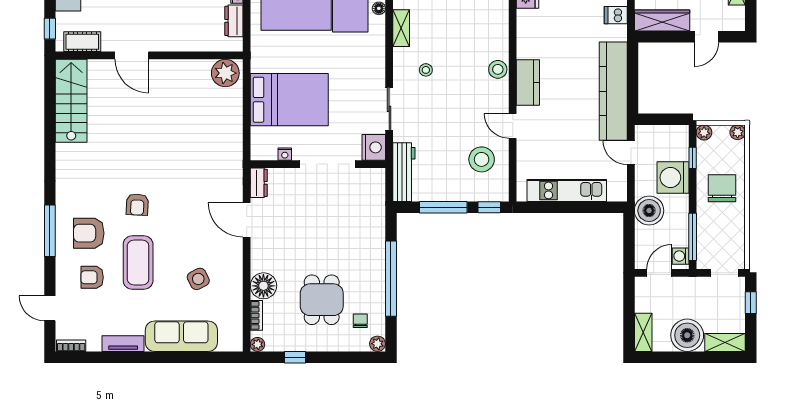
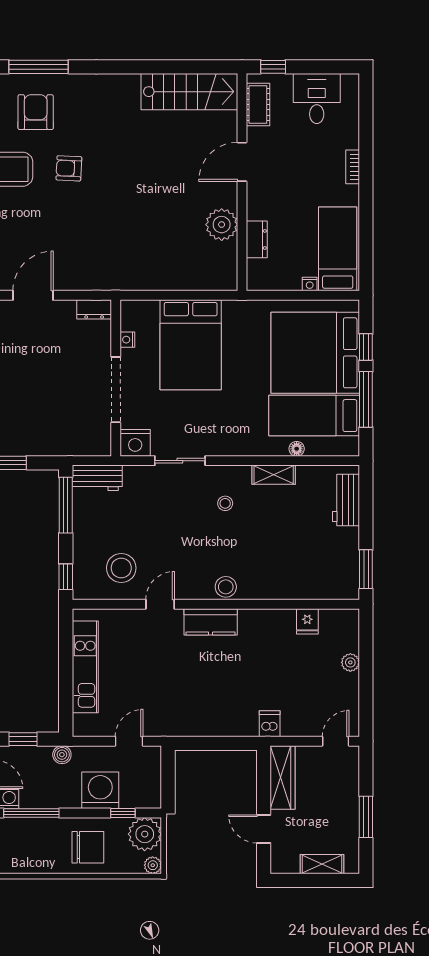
dishwasher: (616, 15) -> (270, 724), moved
dresser: (234, 21) -> (257, 239), moved, turned 90
plant: (225, 73) -> (222, 225), moved
kitchen counter: (613, 91) -> (201, 721), removed
plant: (704, 132) -> (145, 834), width x1.87, depth x1.87
workbench: (404, 172) -> (97, 478), width x0.73
window: (443, 207) -> (66, 505), moved
boiler: (649, 211) -> (62, 755), width x0.54, depth x0.54
door: (247, 220) -> (33, 295), moved
window: (629, 244) -> (23, 739), added

